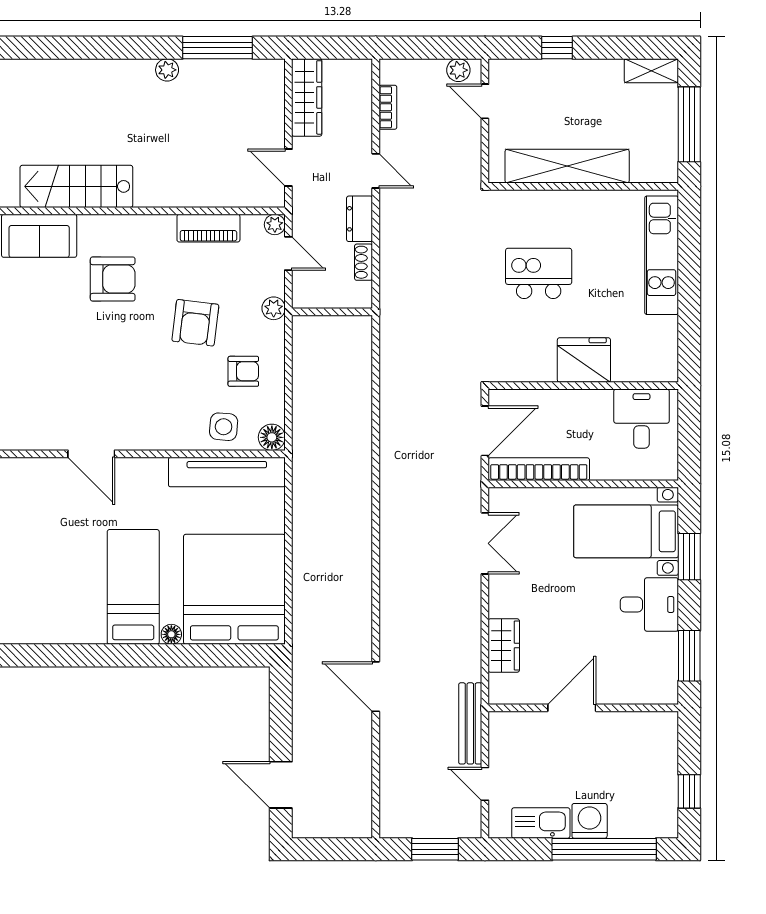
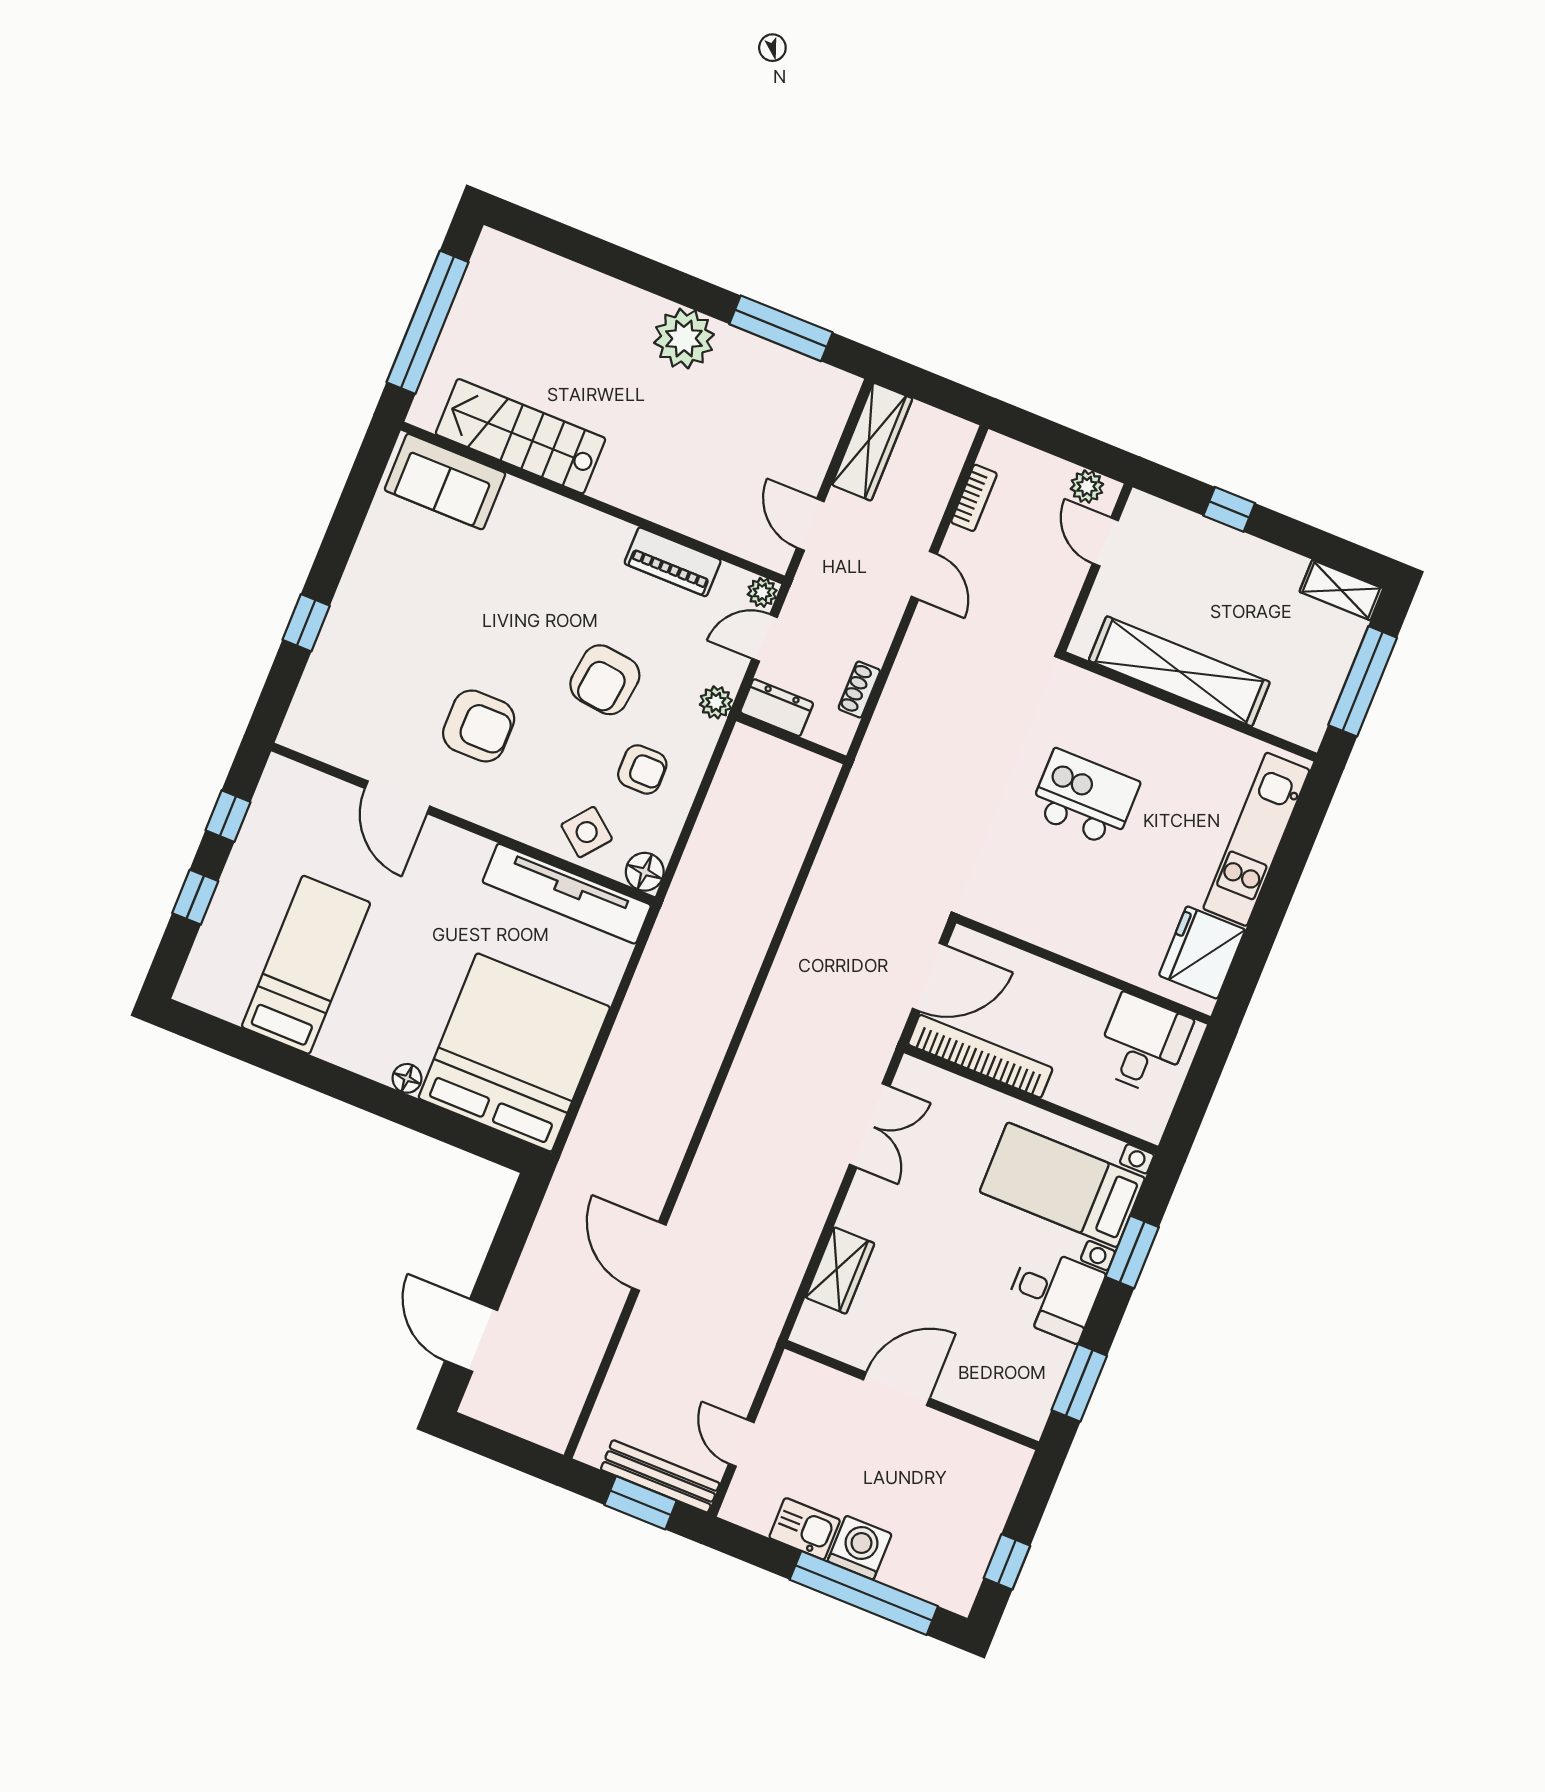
plant: (167, 70) -> (684, 339), width x1.88, depth x1.88
dresser: (360, 219) -> (777, 708), moved, turned 90
door: (288, 253) -> (765, 638), swing flipped
armchair: (113, 279) -> (479, 726), moved
fridge: (584, 360) -> (1202, 952), moved, turned -90
side table: (224, 427) -> (587, 832), turned 34
bed: (133, 587) -> (306, 965), moved
bench: (470, 723) -> (660, 1476), moved, turned 90
kitchen sink: (541, 823) -> (805, 1529), width x0.73

